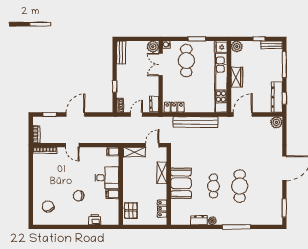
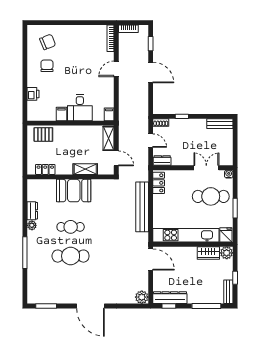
plant: (153, 47) -> (226, 159), removed
wardrobe: (237, 77) -> (208, 253), moved
chair: (79, 196) -> (47, 66), moved

